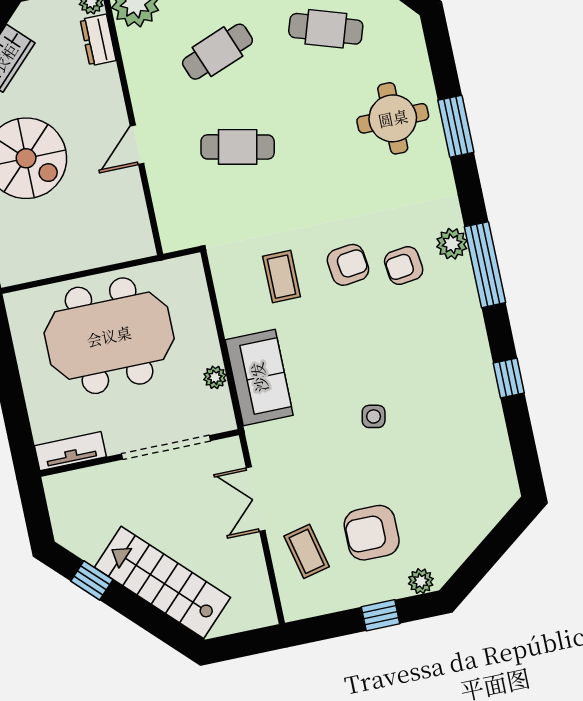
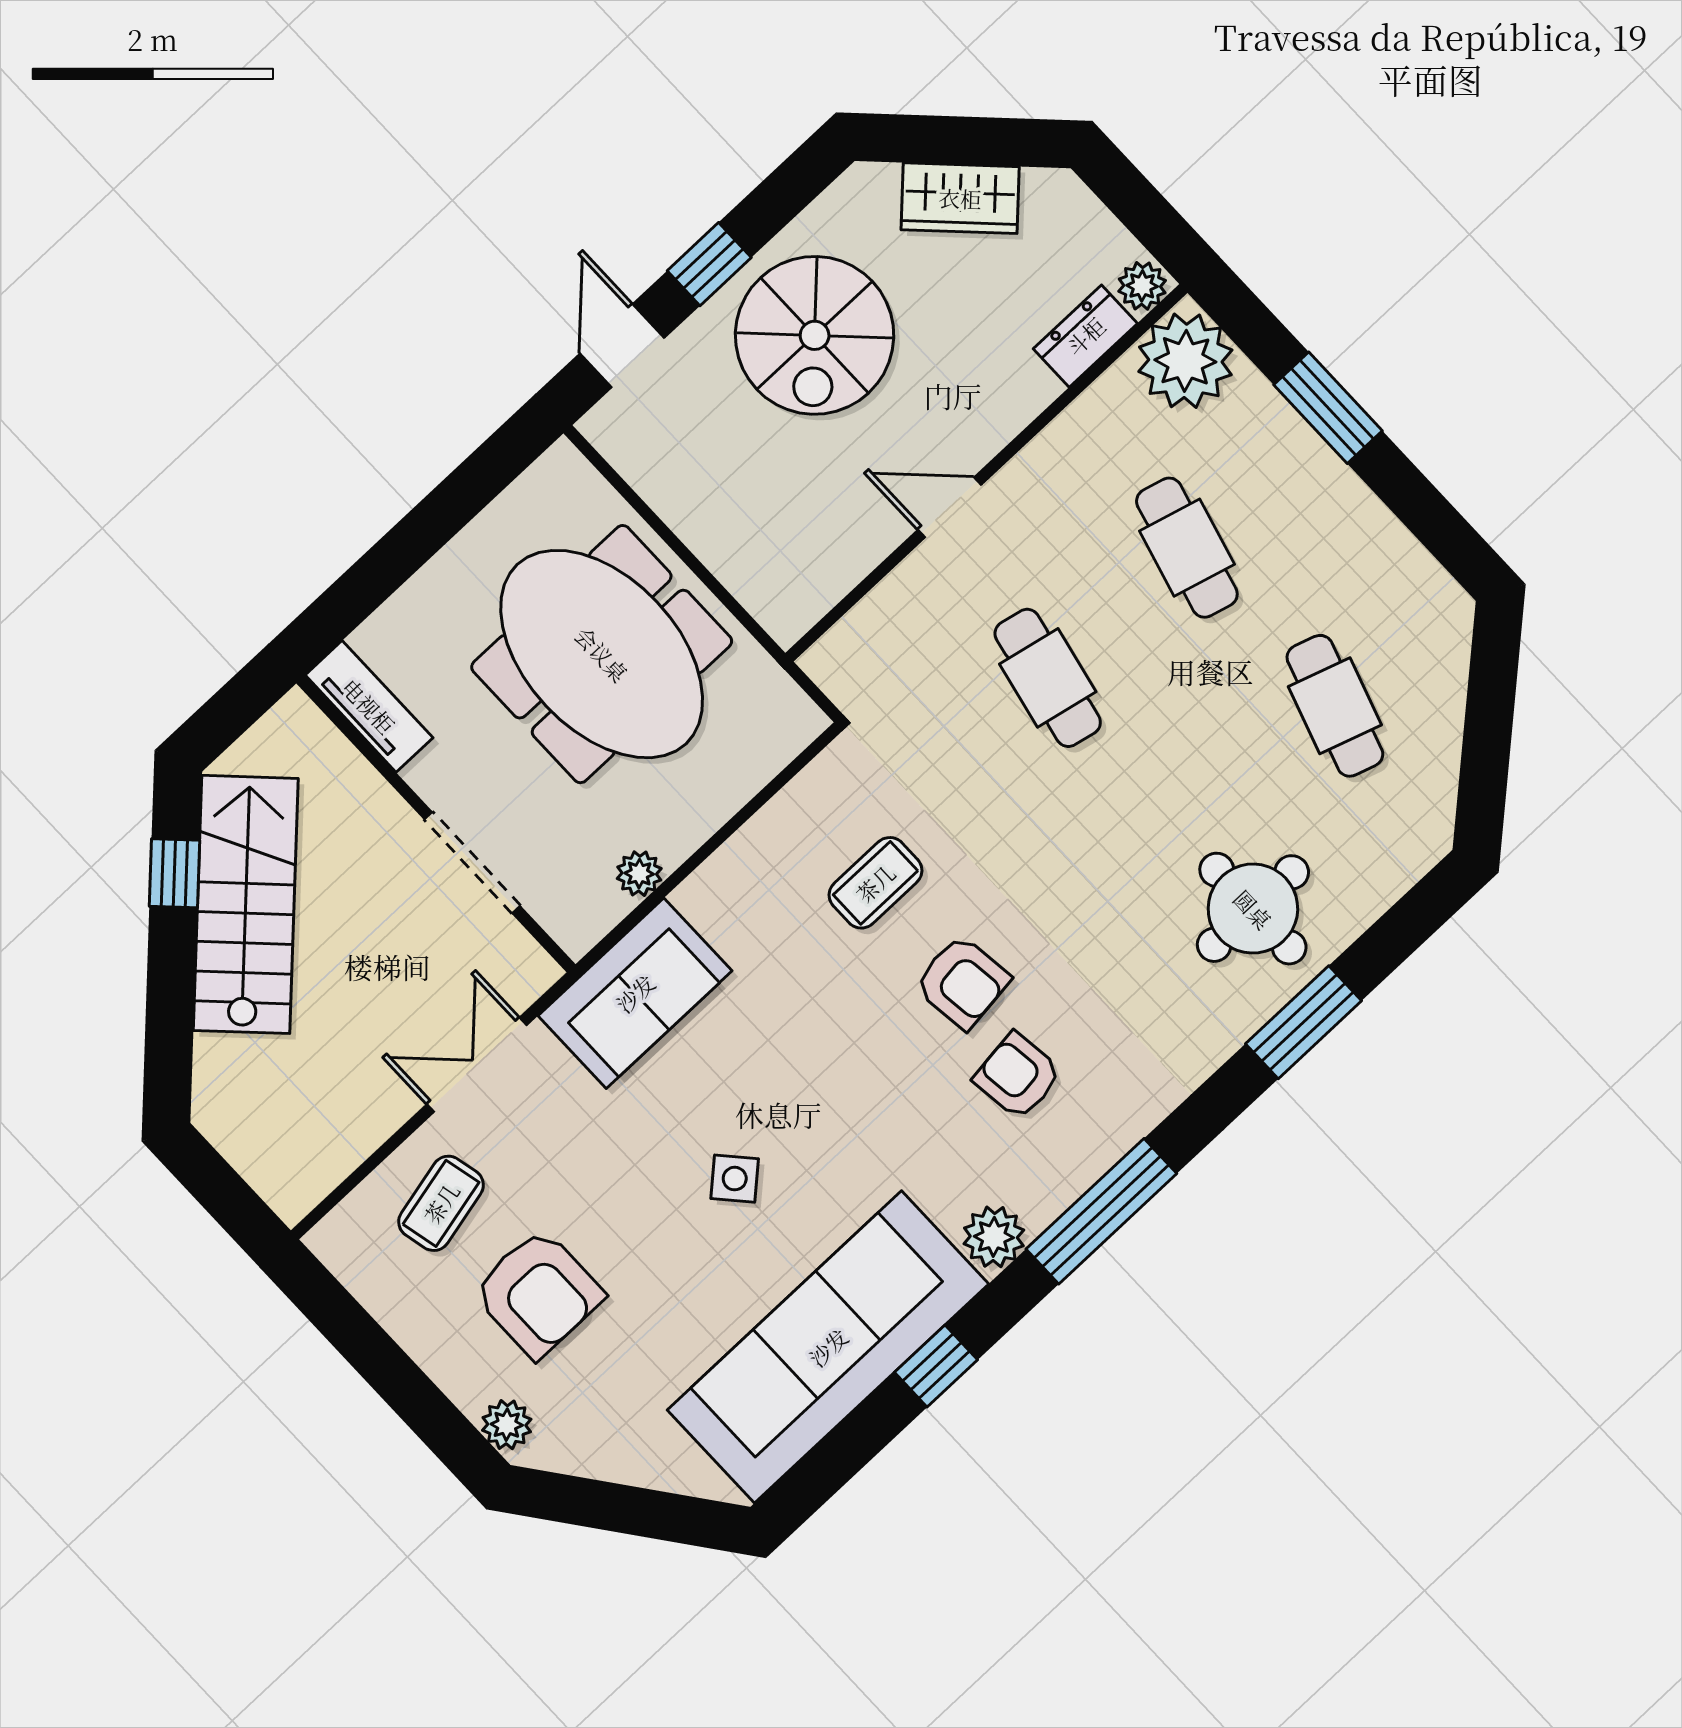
cafe table: (217, 52) -> (1187, 548), turned 36
plant: (452, 244) -> (994, 1237), moved
sofa: (259, 377) -> (635, 993), moved
side table: (374, 416) -> (735, 1179), turned 36
sofa: (472, 420) -> (828, 1347), added
doorway: (166, 447) -> (472, 863), width x0.73
armchair: (372, 533) -> (538, 1293), turned 180
stairs: (162, 582) -> (246, 904), moved
window: (380, 615) -> (409, 1392), removed

